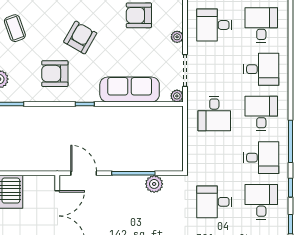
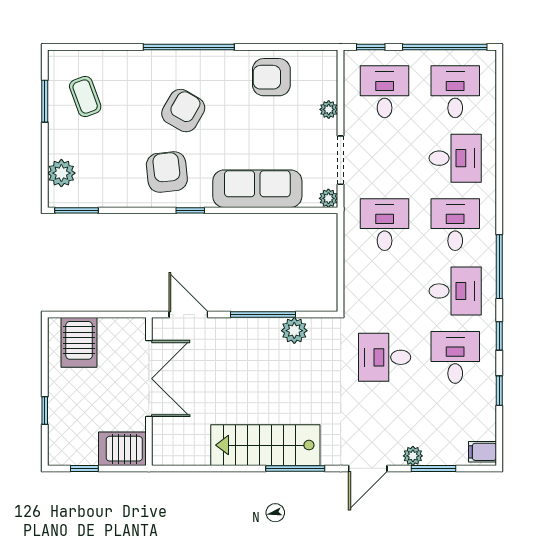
desk: (214, 25) -> (385, 92), turned 90
armchair: (55, 74) -> (167, 172), moved, turned 84
desk: (214, 113) -> (385, 225), turned 180

